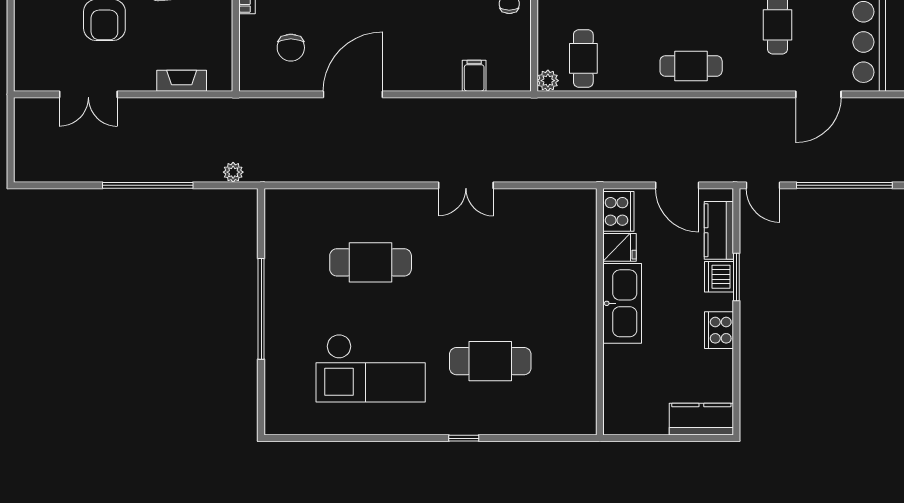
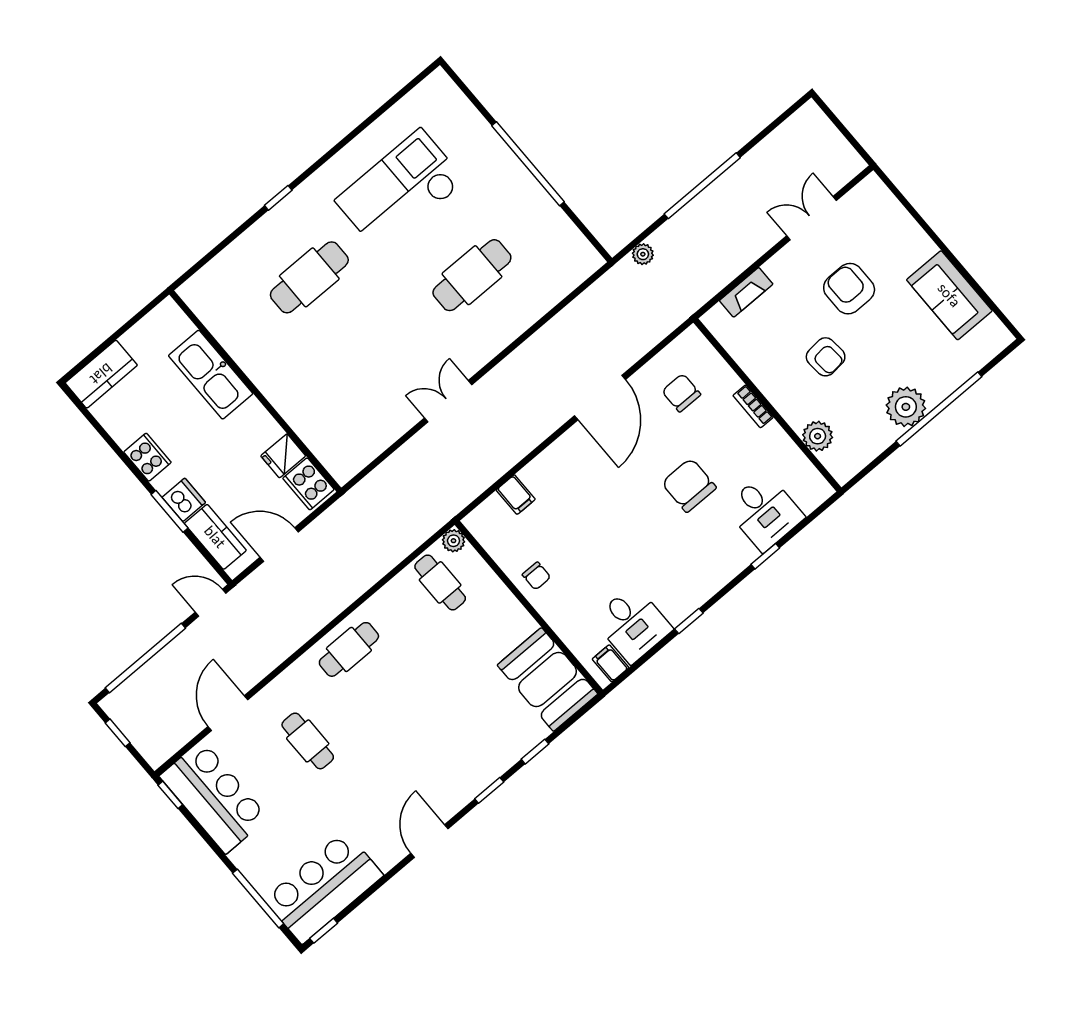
kitchen sink: (622, 303) -> (211, 375), moved

